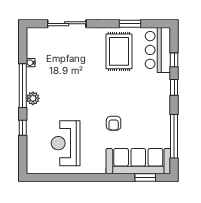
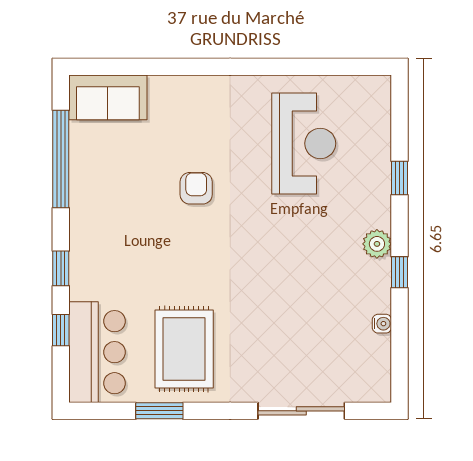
window: (23, 86) -> (400, 272), width x0.32
sofa: (138, 161) -> (108, 97), width x0.54, depth x0.79
window: (145, 177) -> (125, 67), removed

